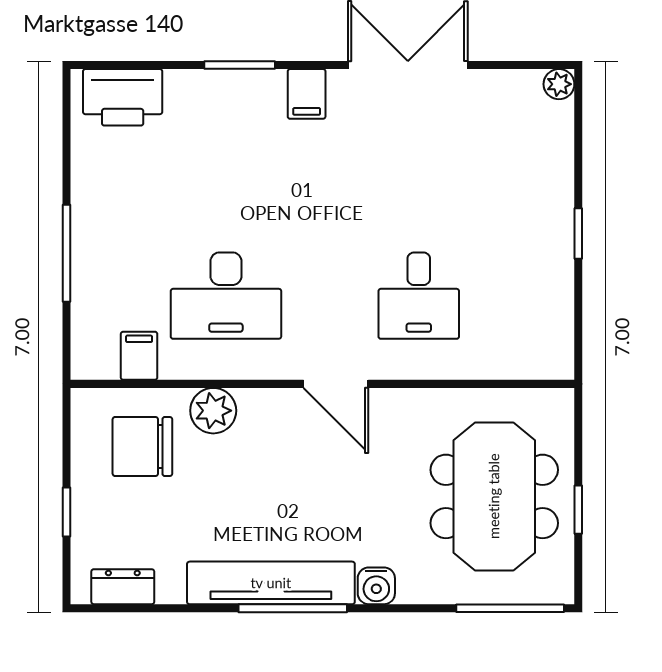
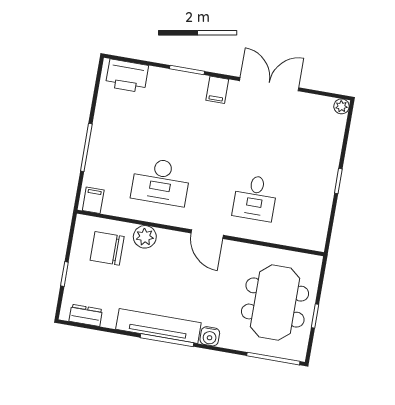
filing cabinet: (139, 356) -> (93, 200), moved

